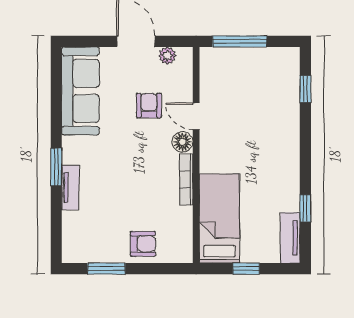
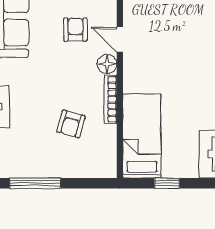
armchair: (143, 244) -> (71, 124), moved, turned 106
window: (106, 269) -> (35, 183), width x1.44

